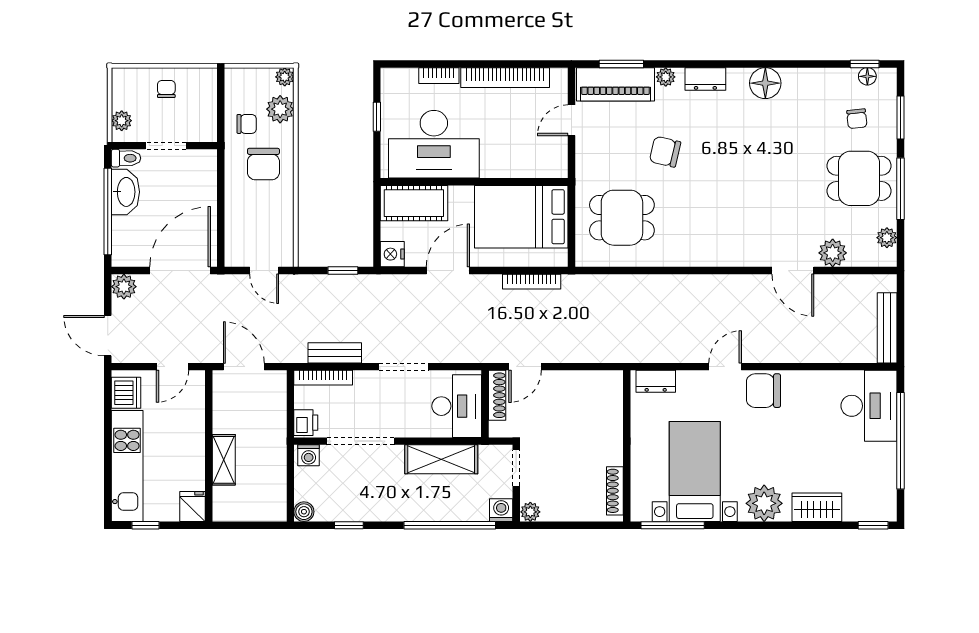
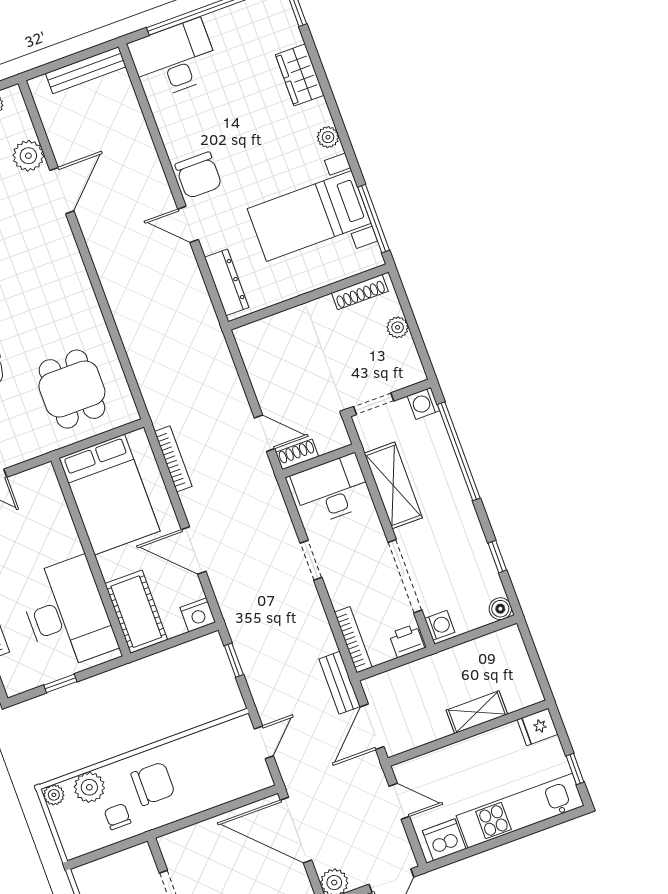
bench: (335, 353) -> (340, 683), moved
doorway: (403, 367) -> (311, 560), width x0.73
dresser: (656, 381) -> (227, 282), width x1.44
shoe rack: (497, 395) -> (297, 454), width x0.70
plant: (764, 503) -> (328, 137), width x0.53, depth x0.53
plant: (530, 512) -> (398, 327), moved

